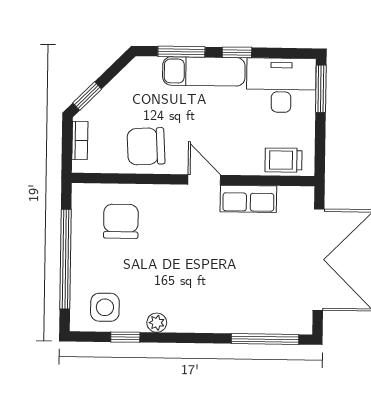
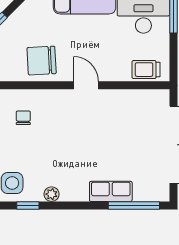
row of seats: (248, 199) -> (111, 191), moved, turned 180
chair: (121, 221) -> (23, 118), width x0.54, depth x0.54

